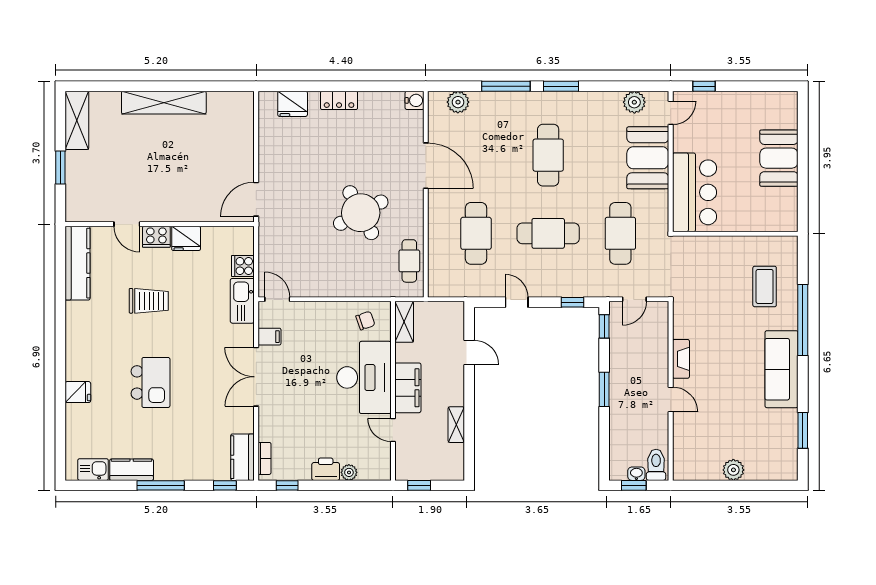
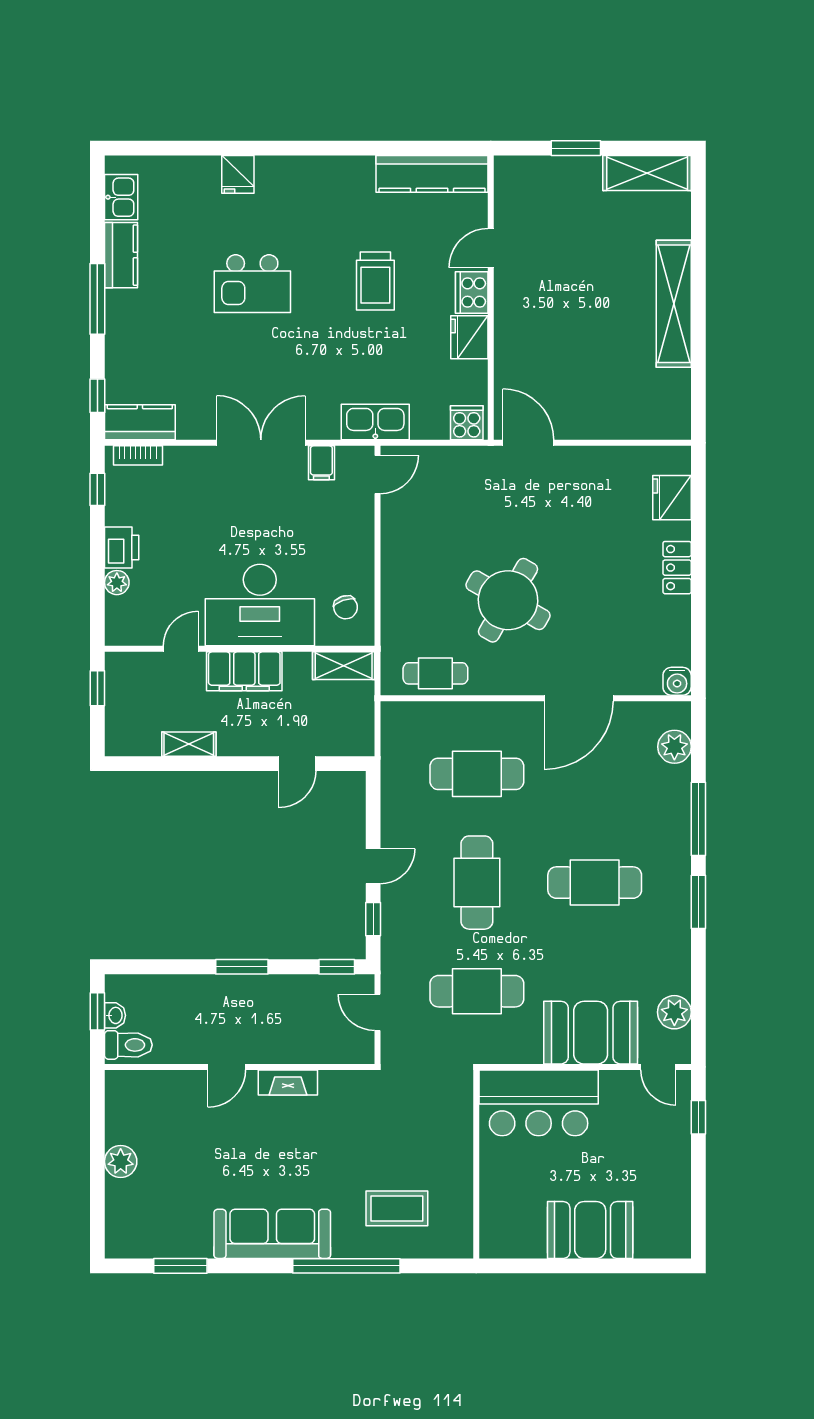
round table: (361, 213) -> (508, 600), turned -32
cooker: (243, 266) -> (467, 423), moved
door: (517, 302) -> (373, 866), moved

